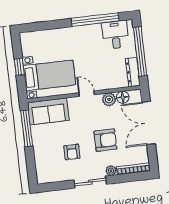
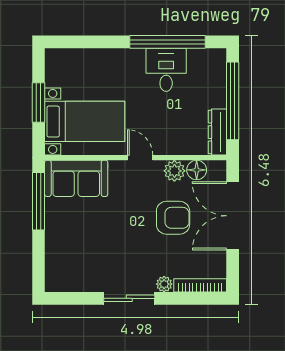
desk: (115, 35) -> (166, 70), moved
window: (19, 67) -> (39, 102), width x1.50
armchair: (105, 140) -> (173, 218), moved
armchair: (72, 152) -> (106, 247), removed

